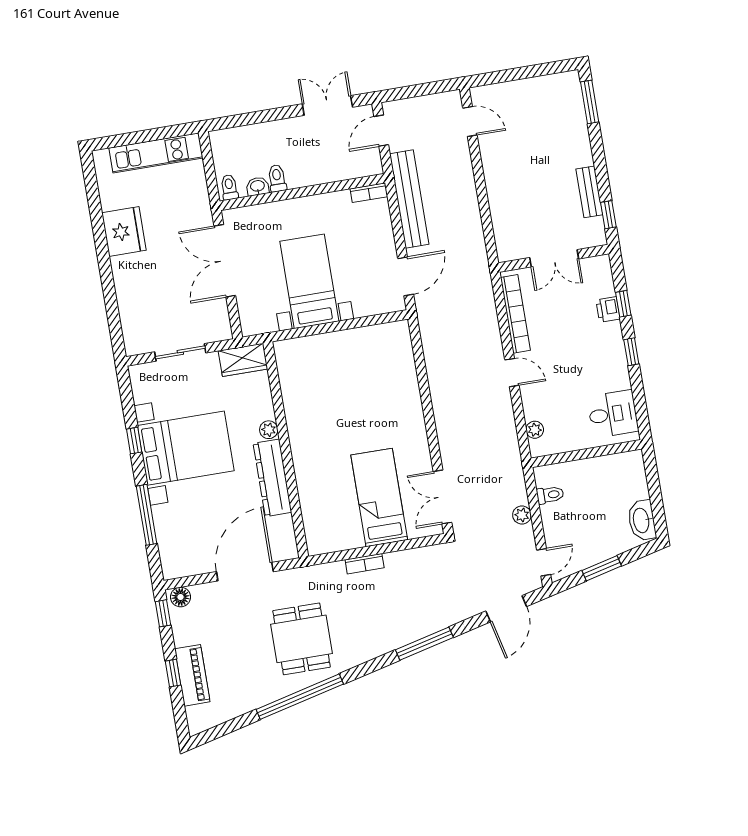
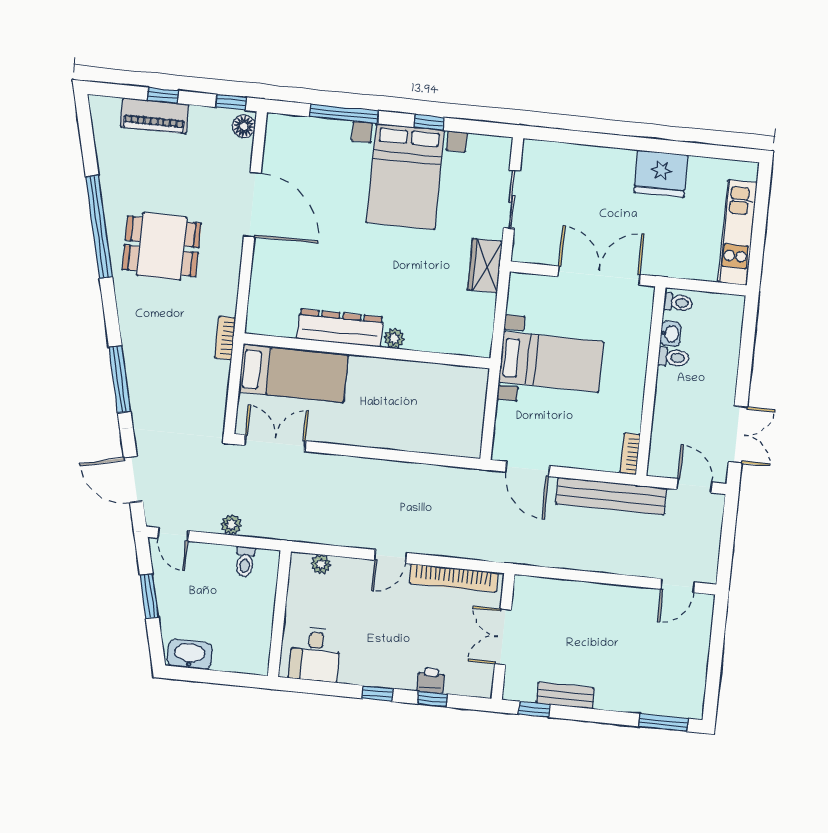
plant: (269, 430) -> (394, 338), moved
wall: (286, 450) -> (367, 351), moved
dresser: (272, 478) -> (340, 328), moved

